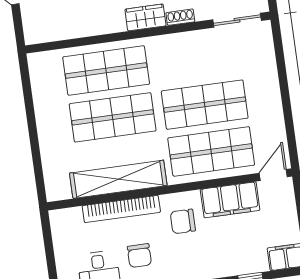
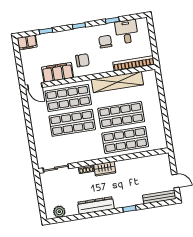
door: (273, 175) -> (35, 86), hinge flipped
bookcase: (121, 209) -> (134, 63), moved

